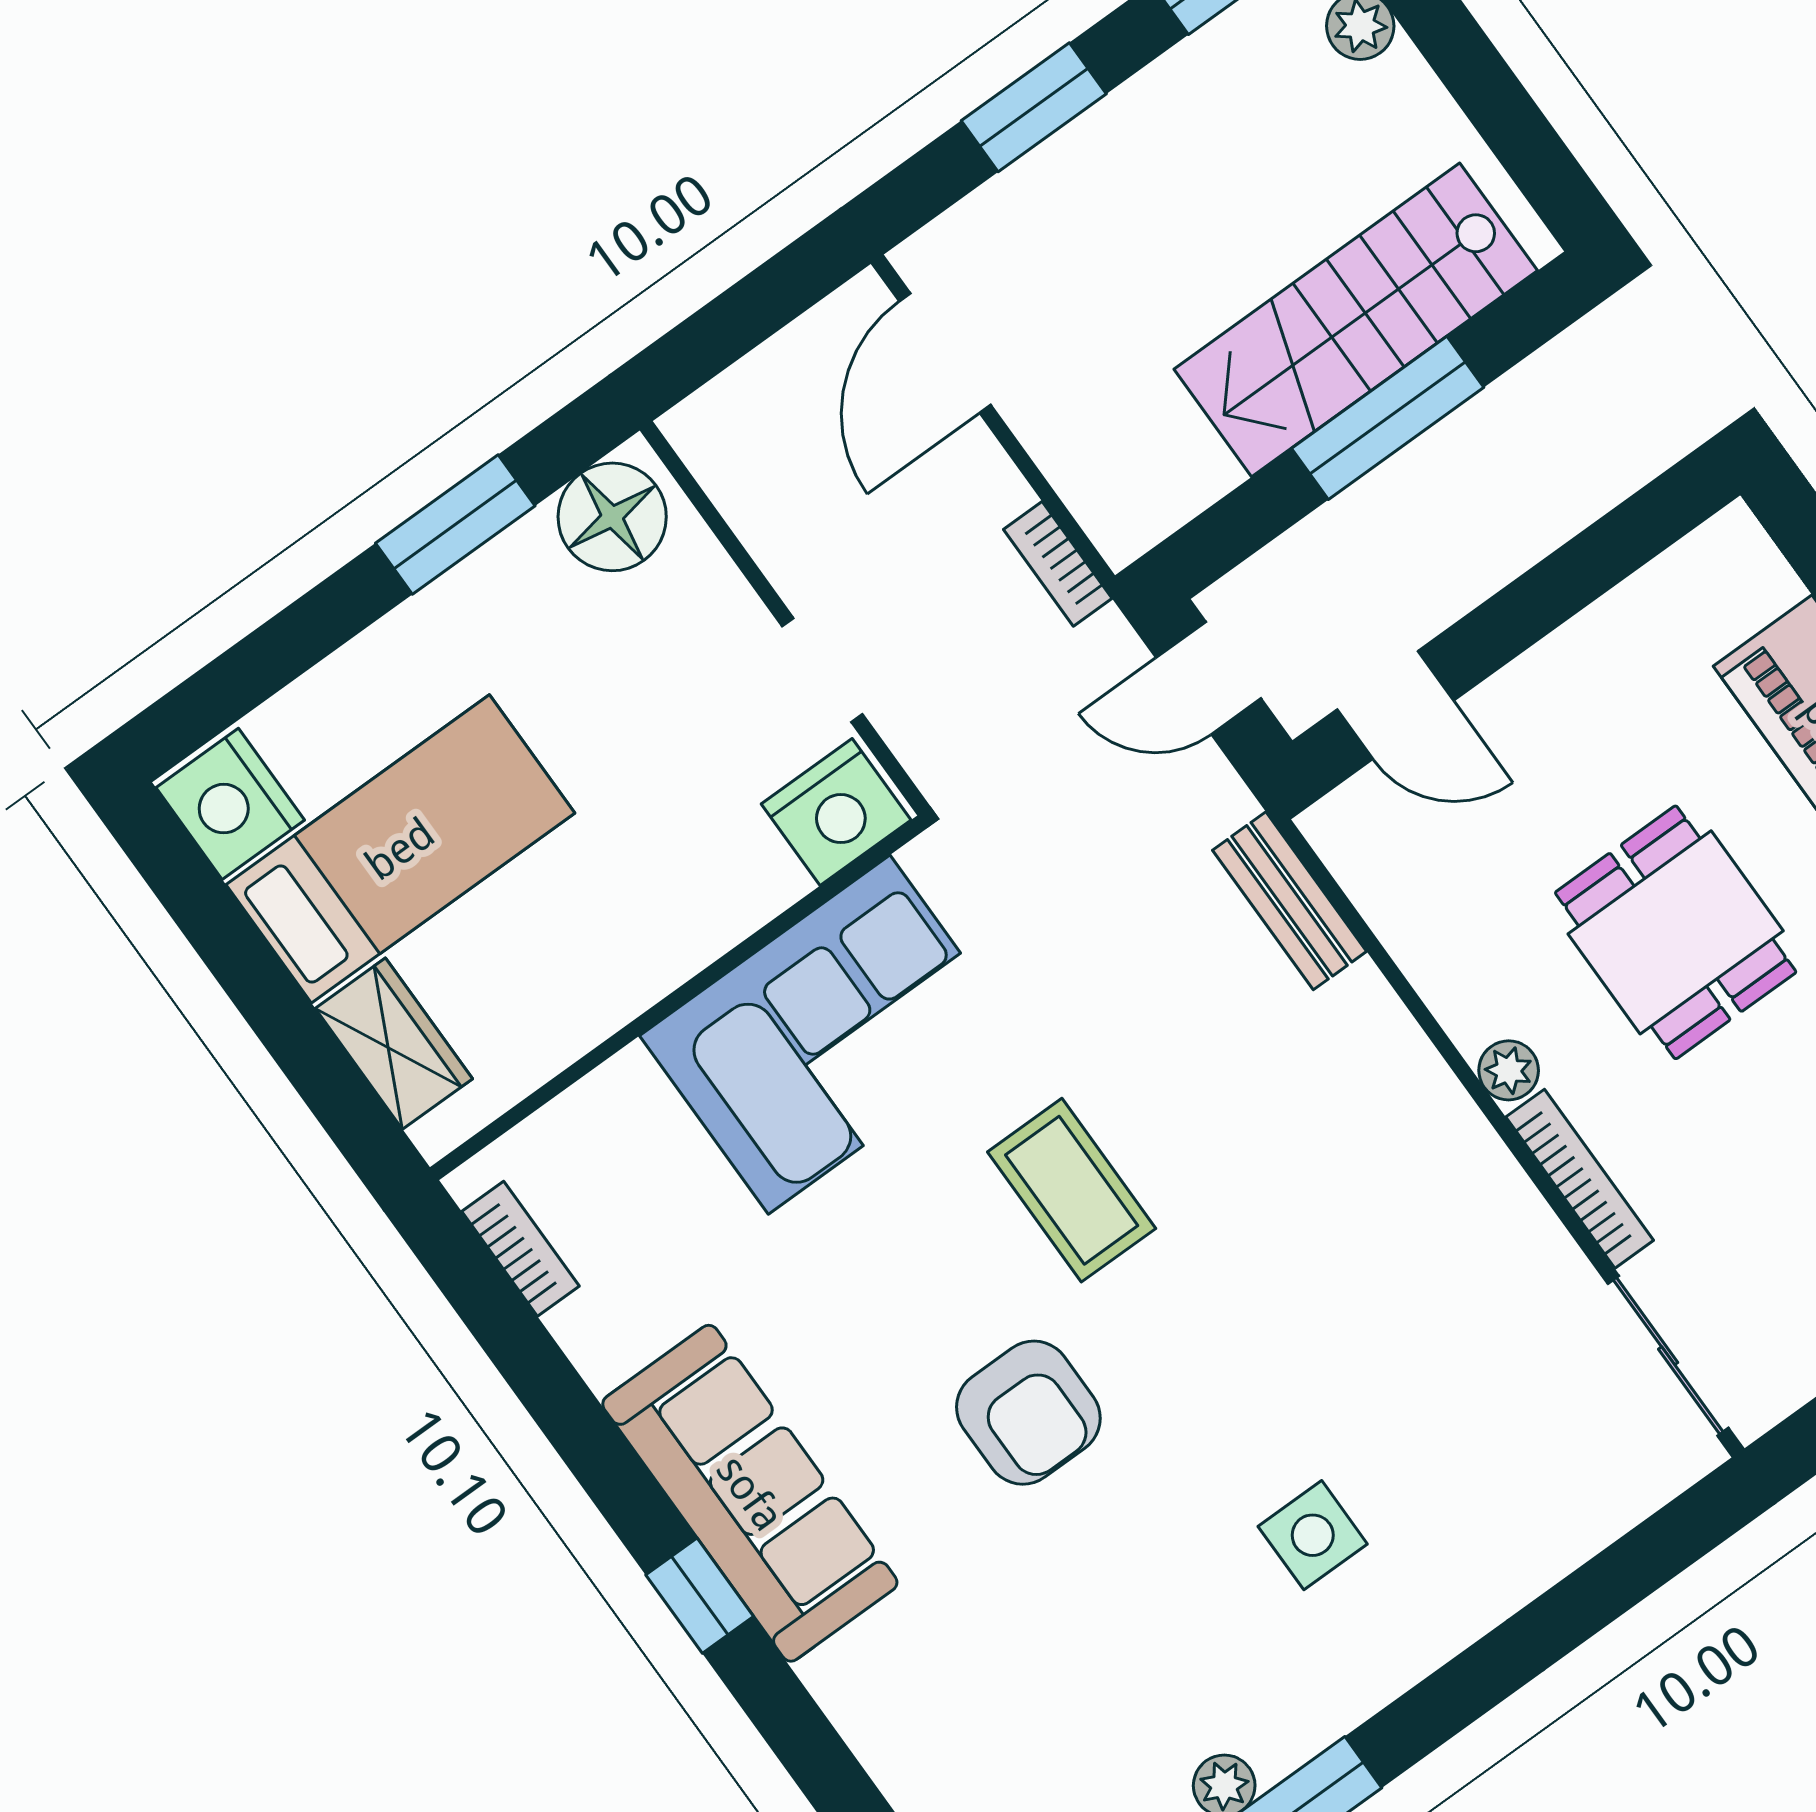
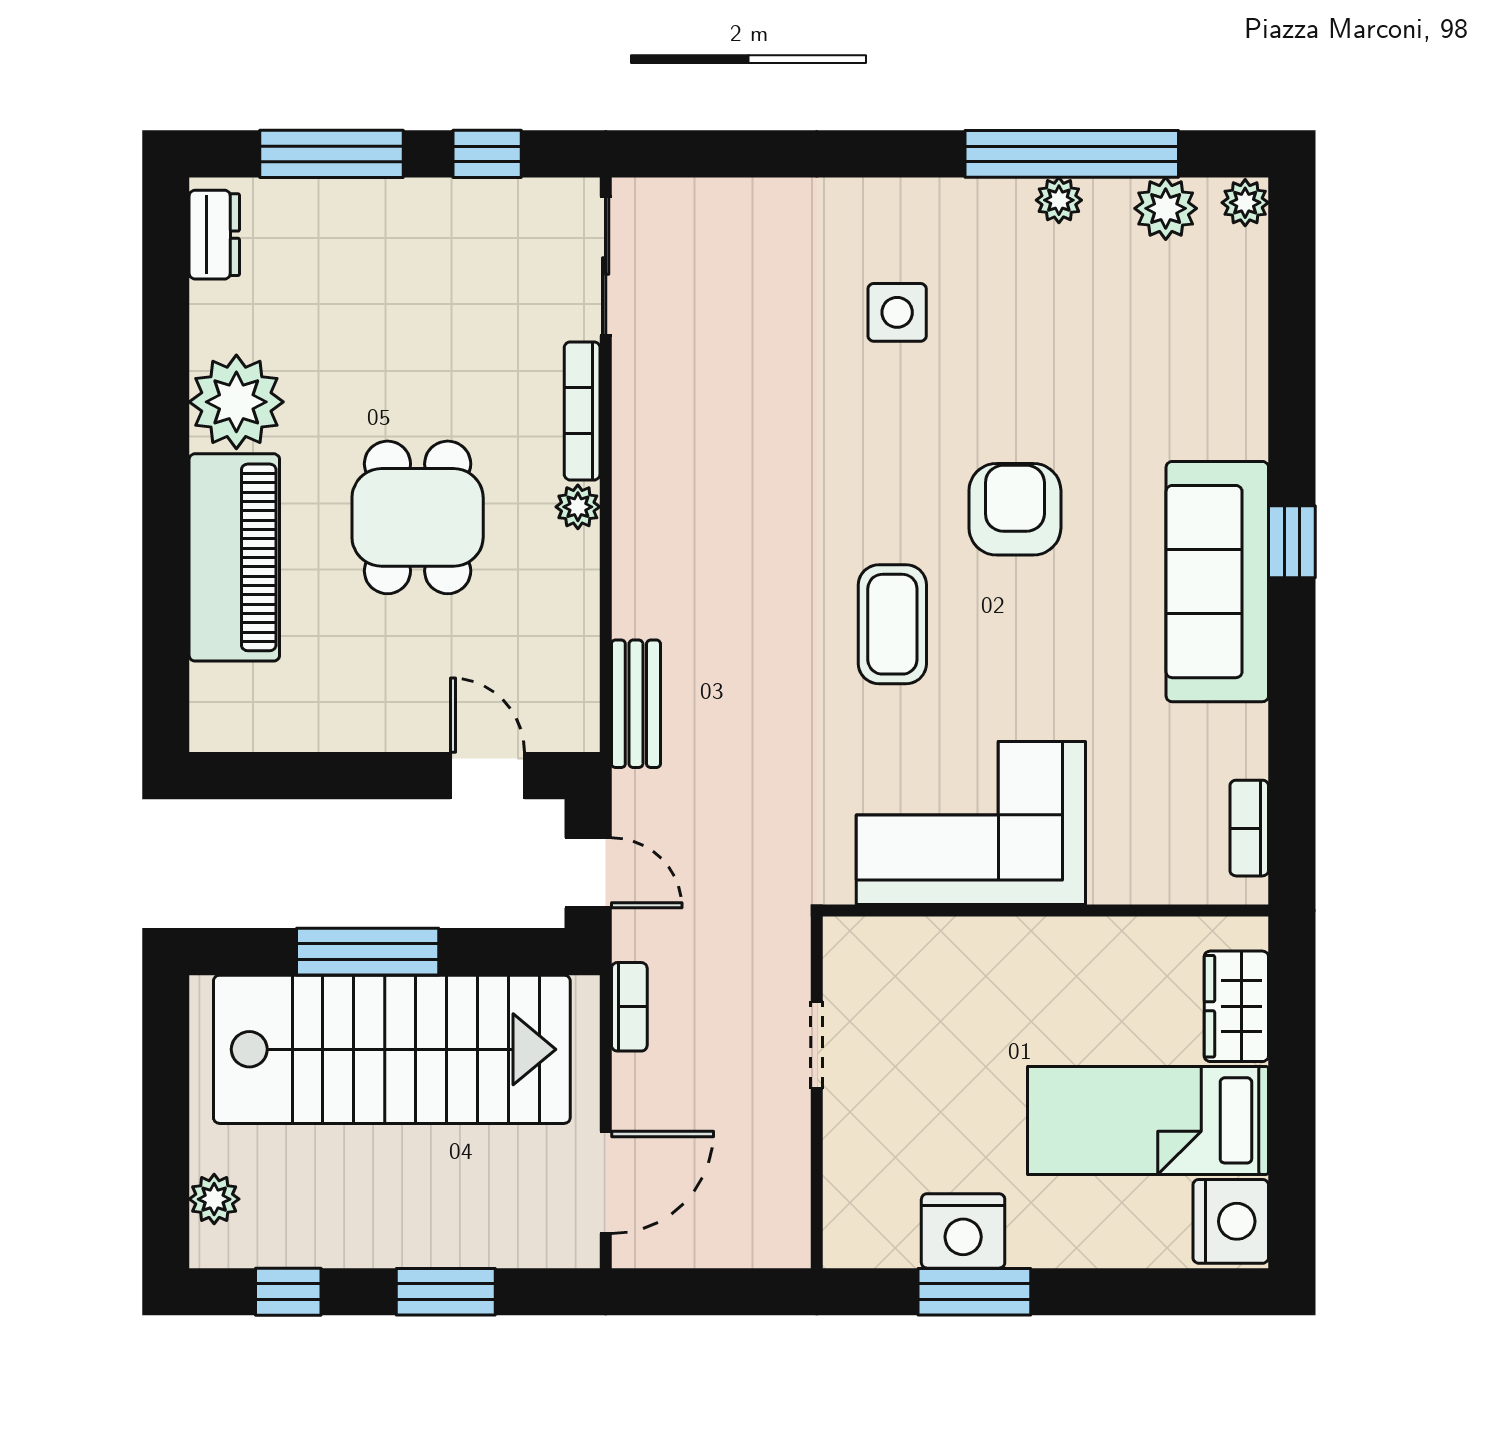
stairs: (1356, 320) -> (392, 1049), width x1.36, depth x1.51
floor lamp: (612, 517) -> (877, 1228), removed
nightstand: (836, 812) -> (963, 1231), moved, turned 180

